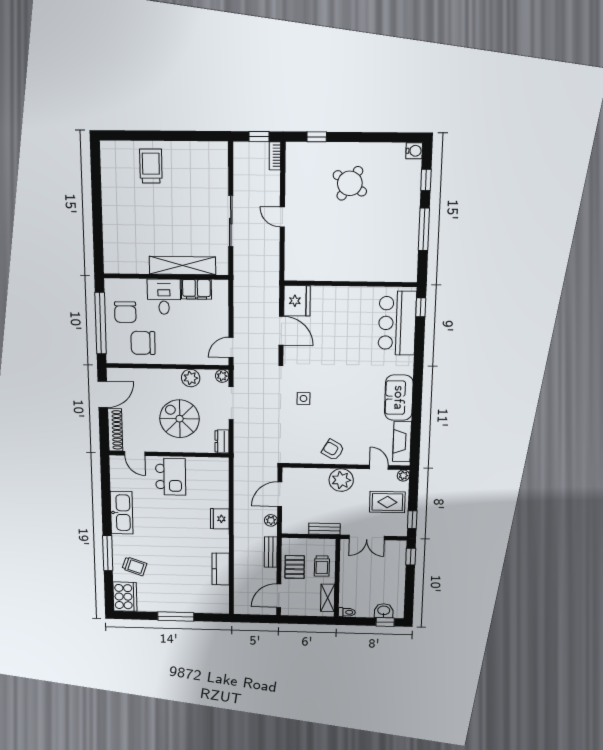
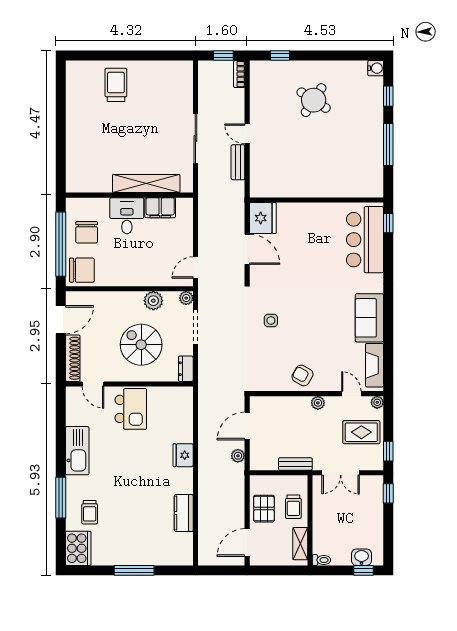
chair: (143, 343) -> (82, 270), moved, turned 180
plant: (341, 480) -> (318, 403), width x0.53, depth x0.53
bench: (271, 552) -> (238, 162), moved
trolley: (134, 566) -> (90, 512), turned 71

